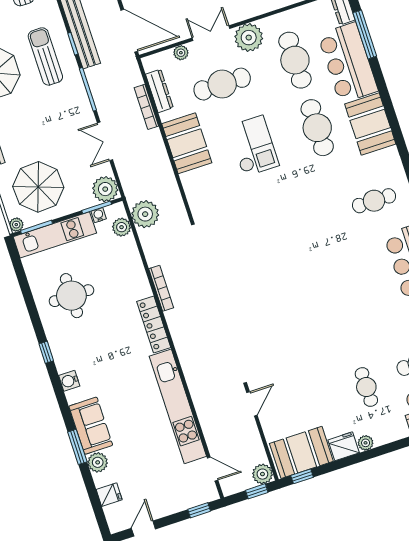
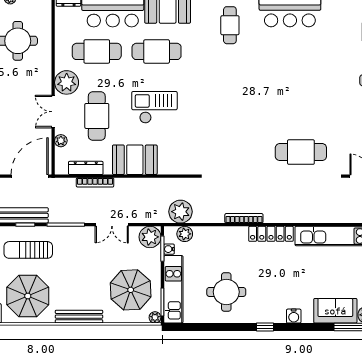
cafe table: (257, 328) -> (301, 152), added

